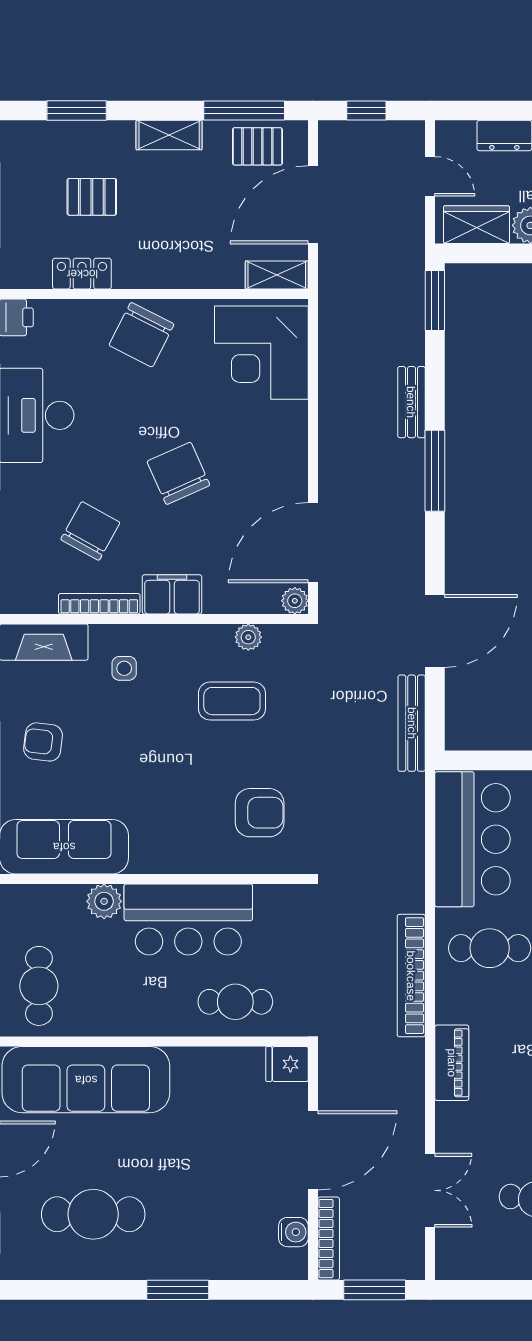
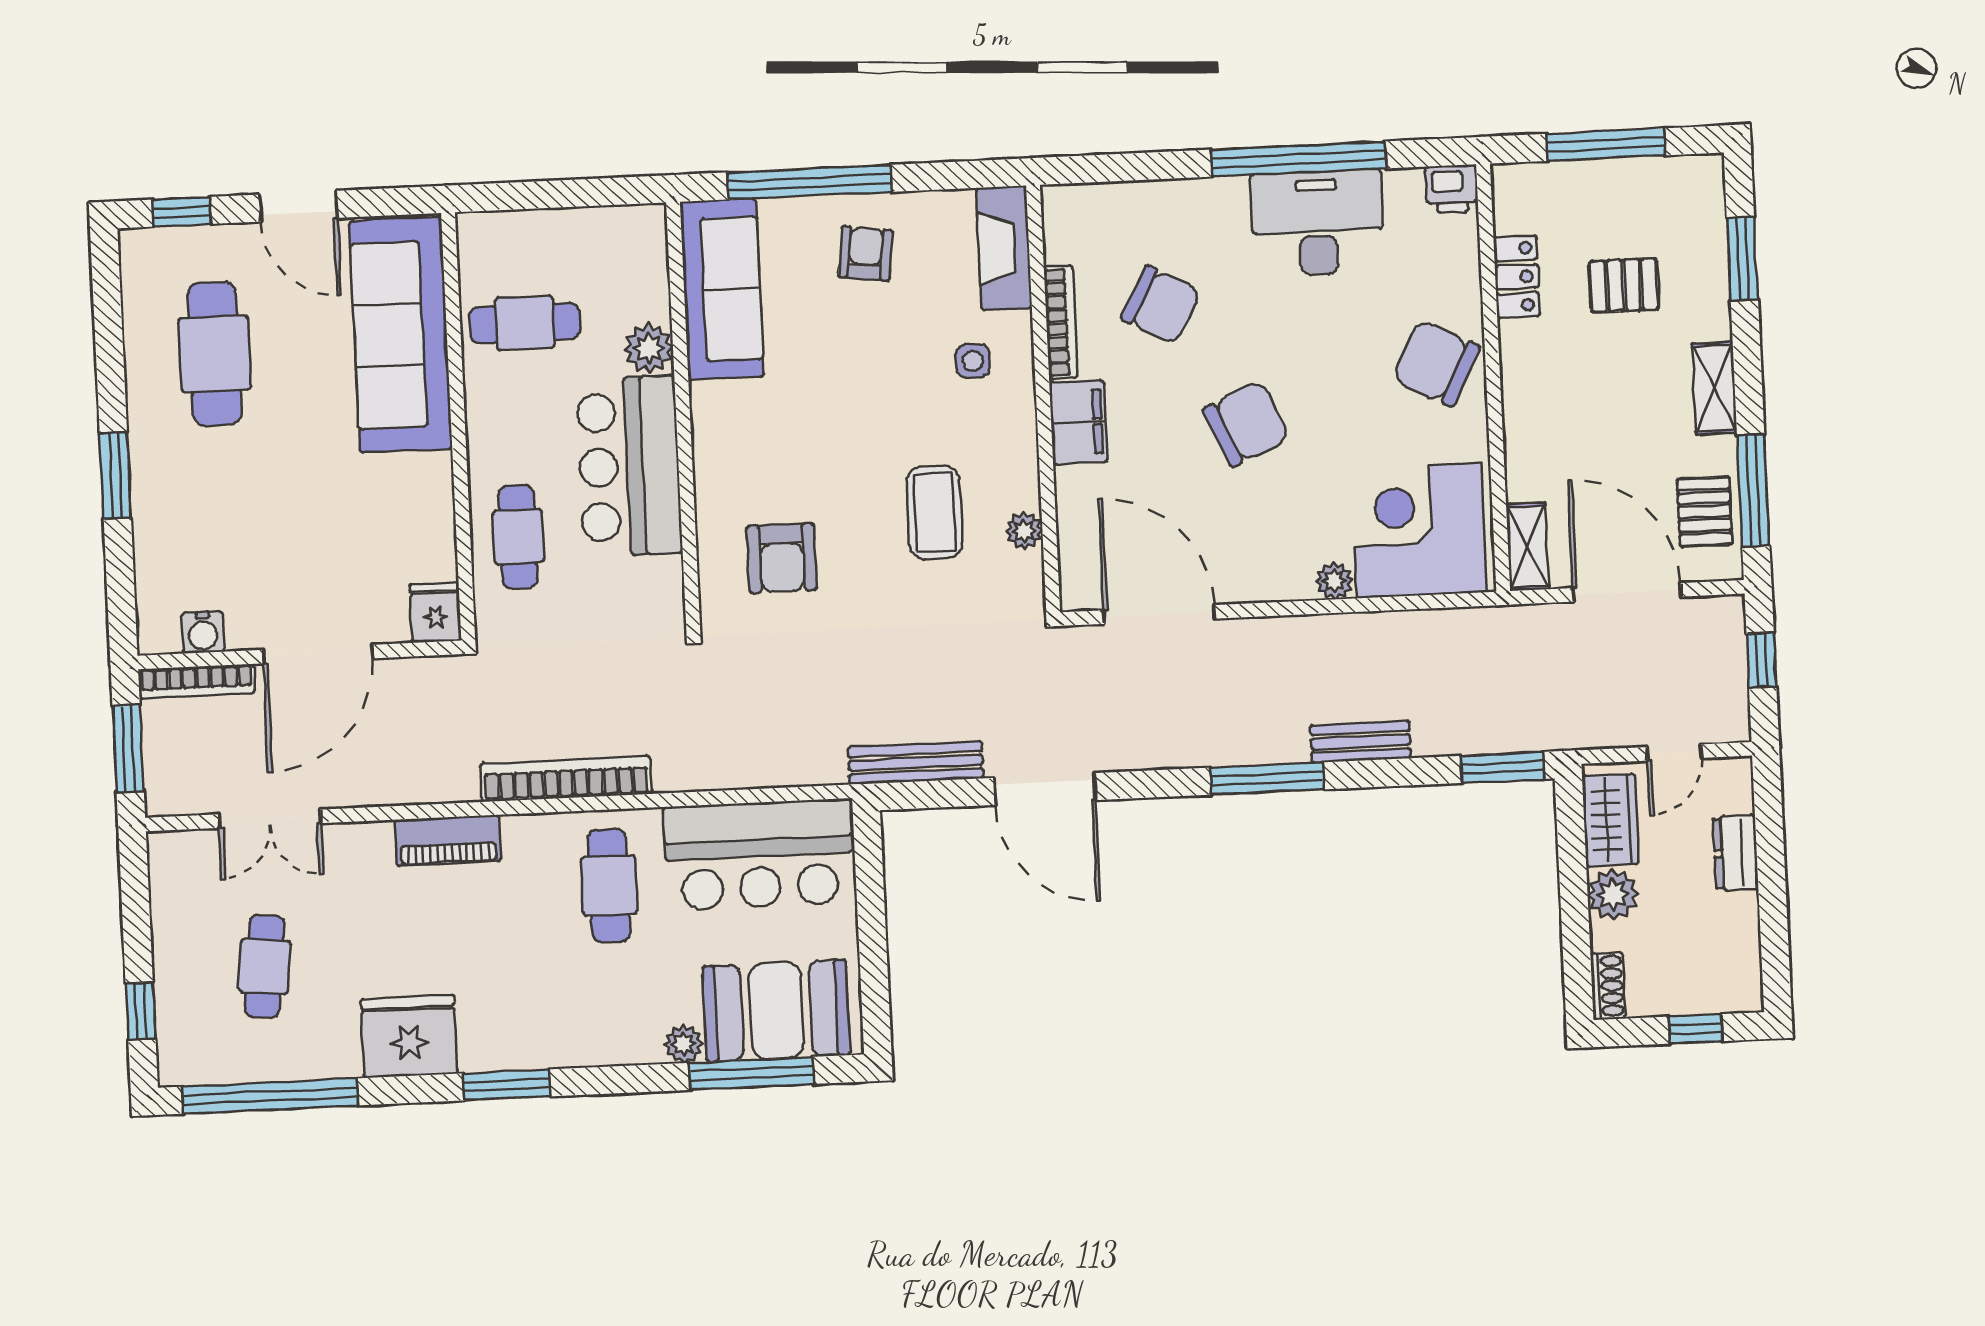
pallet: (92, 197) -> (1624, 285), turned 90
plant: (295, 601) -> (1334, 581), moved
cafe table: (39, 986) -> (525, 323), moved
door: (313, 1150) -> (318, 654), hinge flipped

